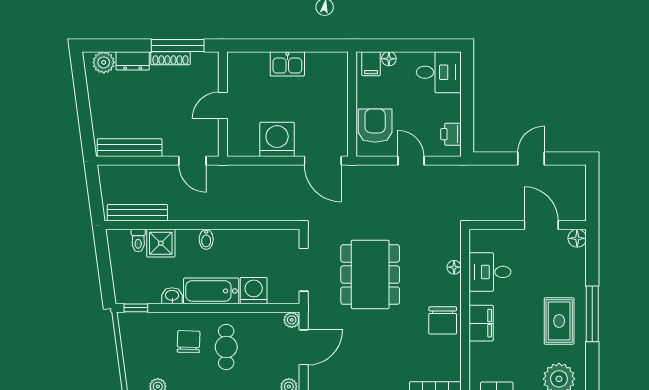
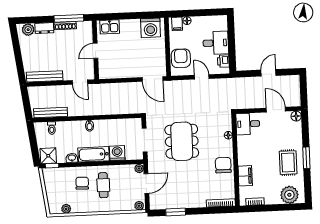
kitchen sink: (287, 64) -> (110, 27), moved
desk: (439, 72) -> (216, 43), moved
washing machine: (277, 139) -> (151, 28), moved, turned 180
shower: (161, 243) -> (48, 156), moved
desk: (490, 272) -> (248, 124), moved
window: (592, 314) -> (306, 158), width x0.69
chair: (443, 320) -> (223, 165), turned 180
filing cabinet: (481, 323) -> (245, 176), moved

